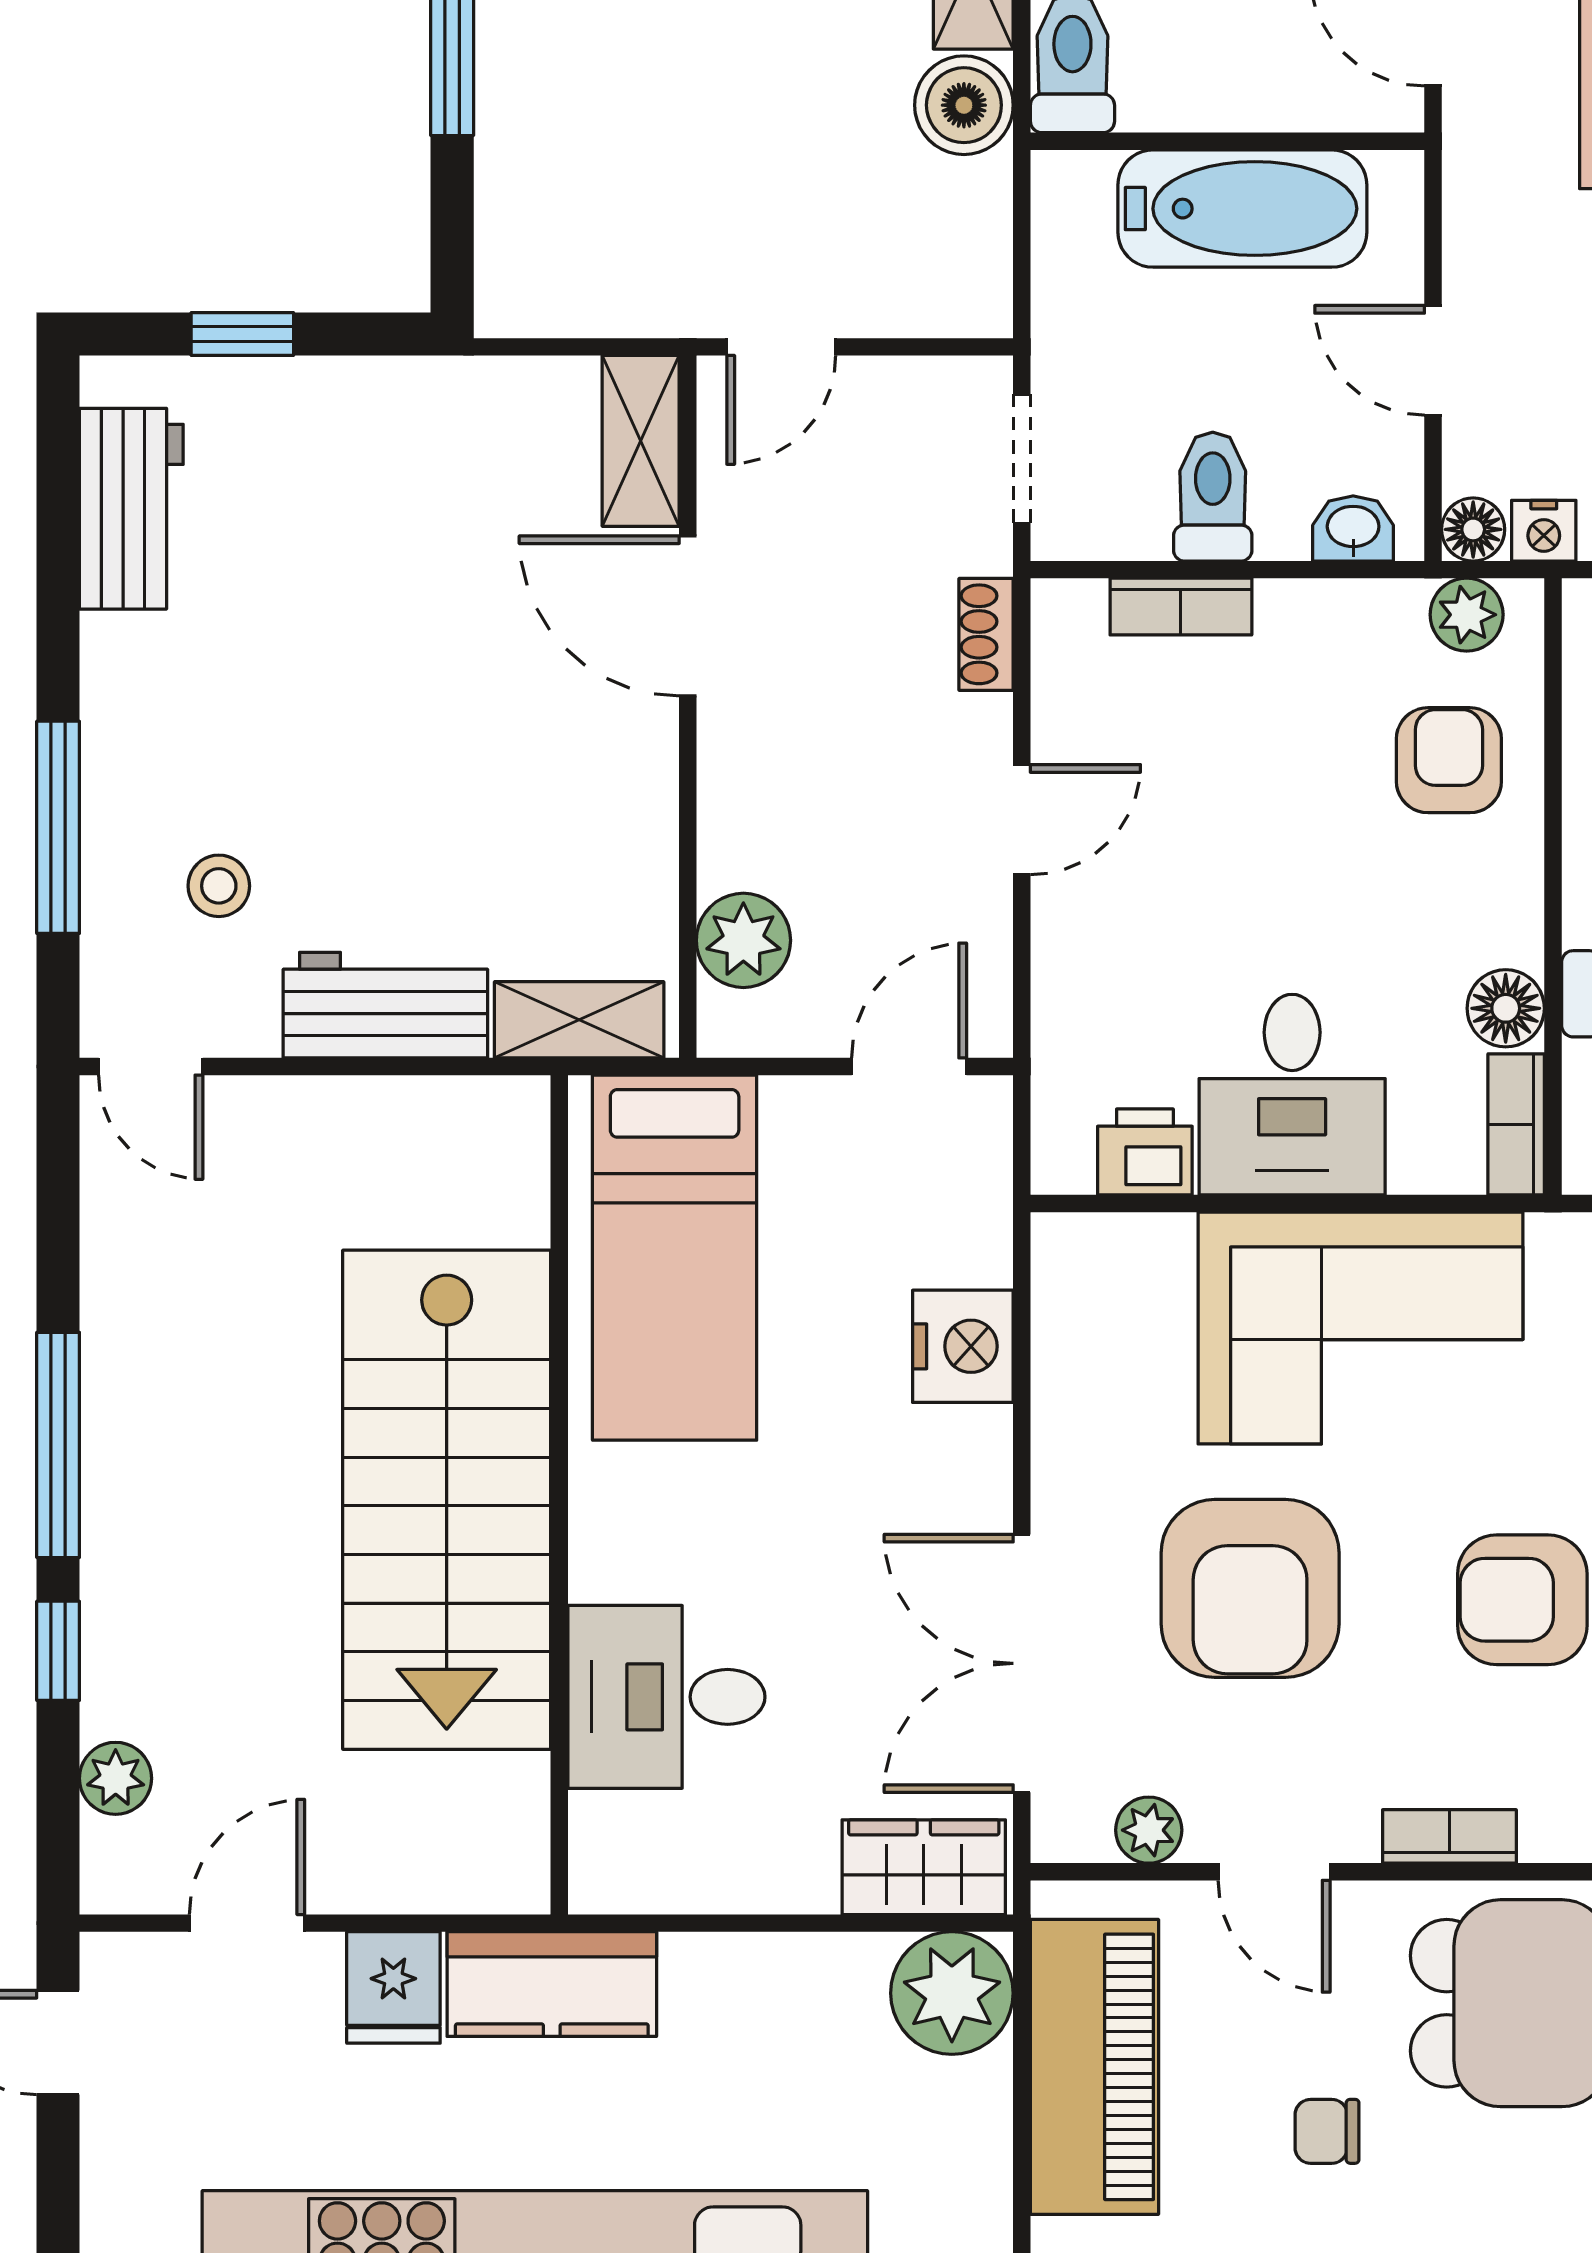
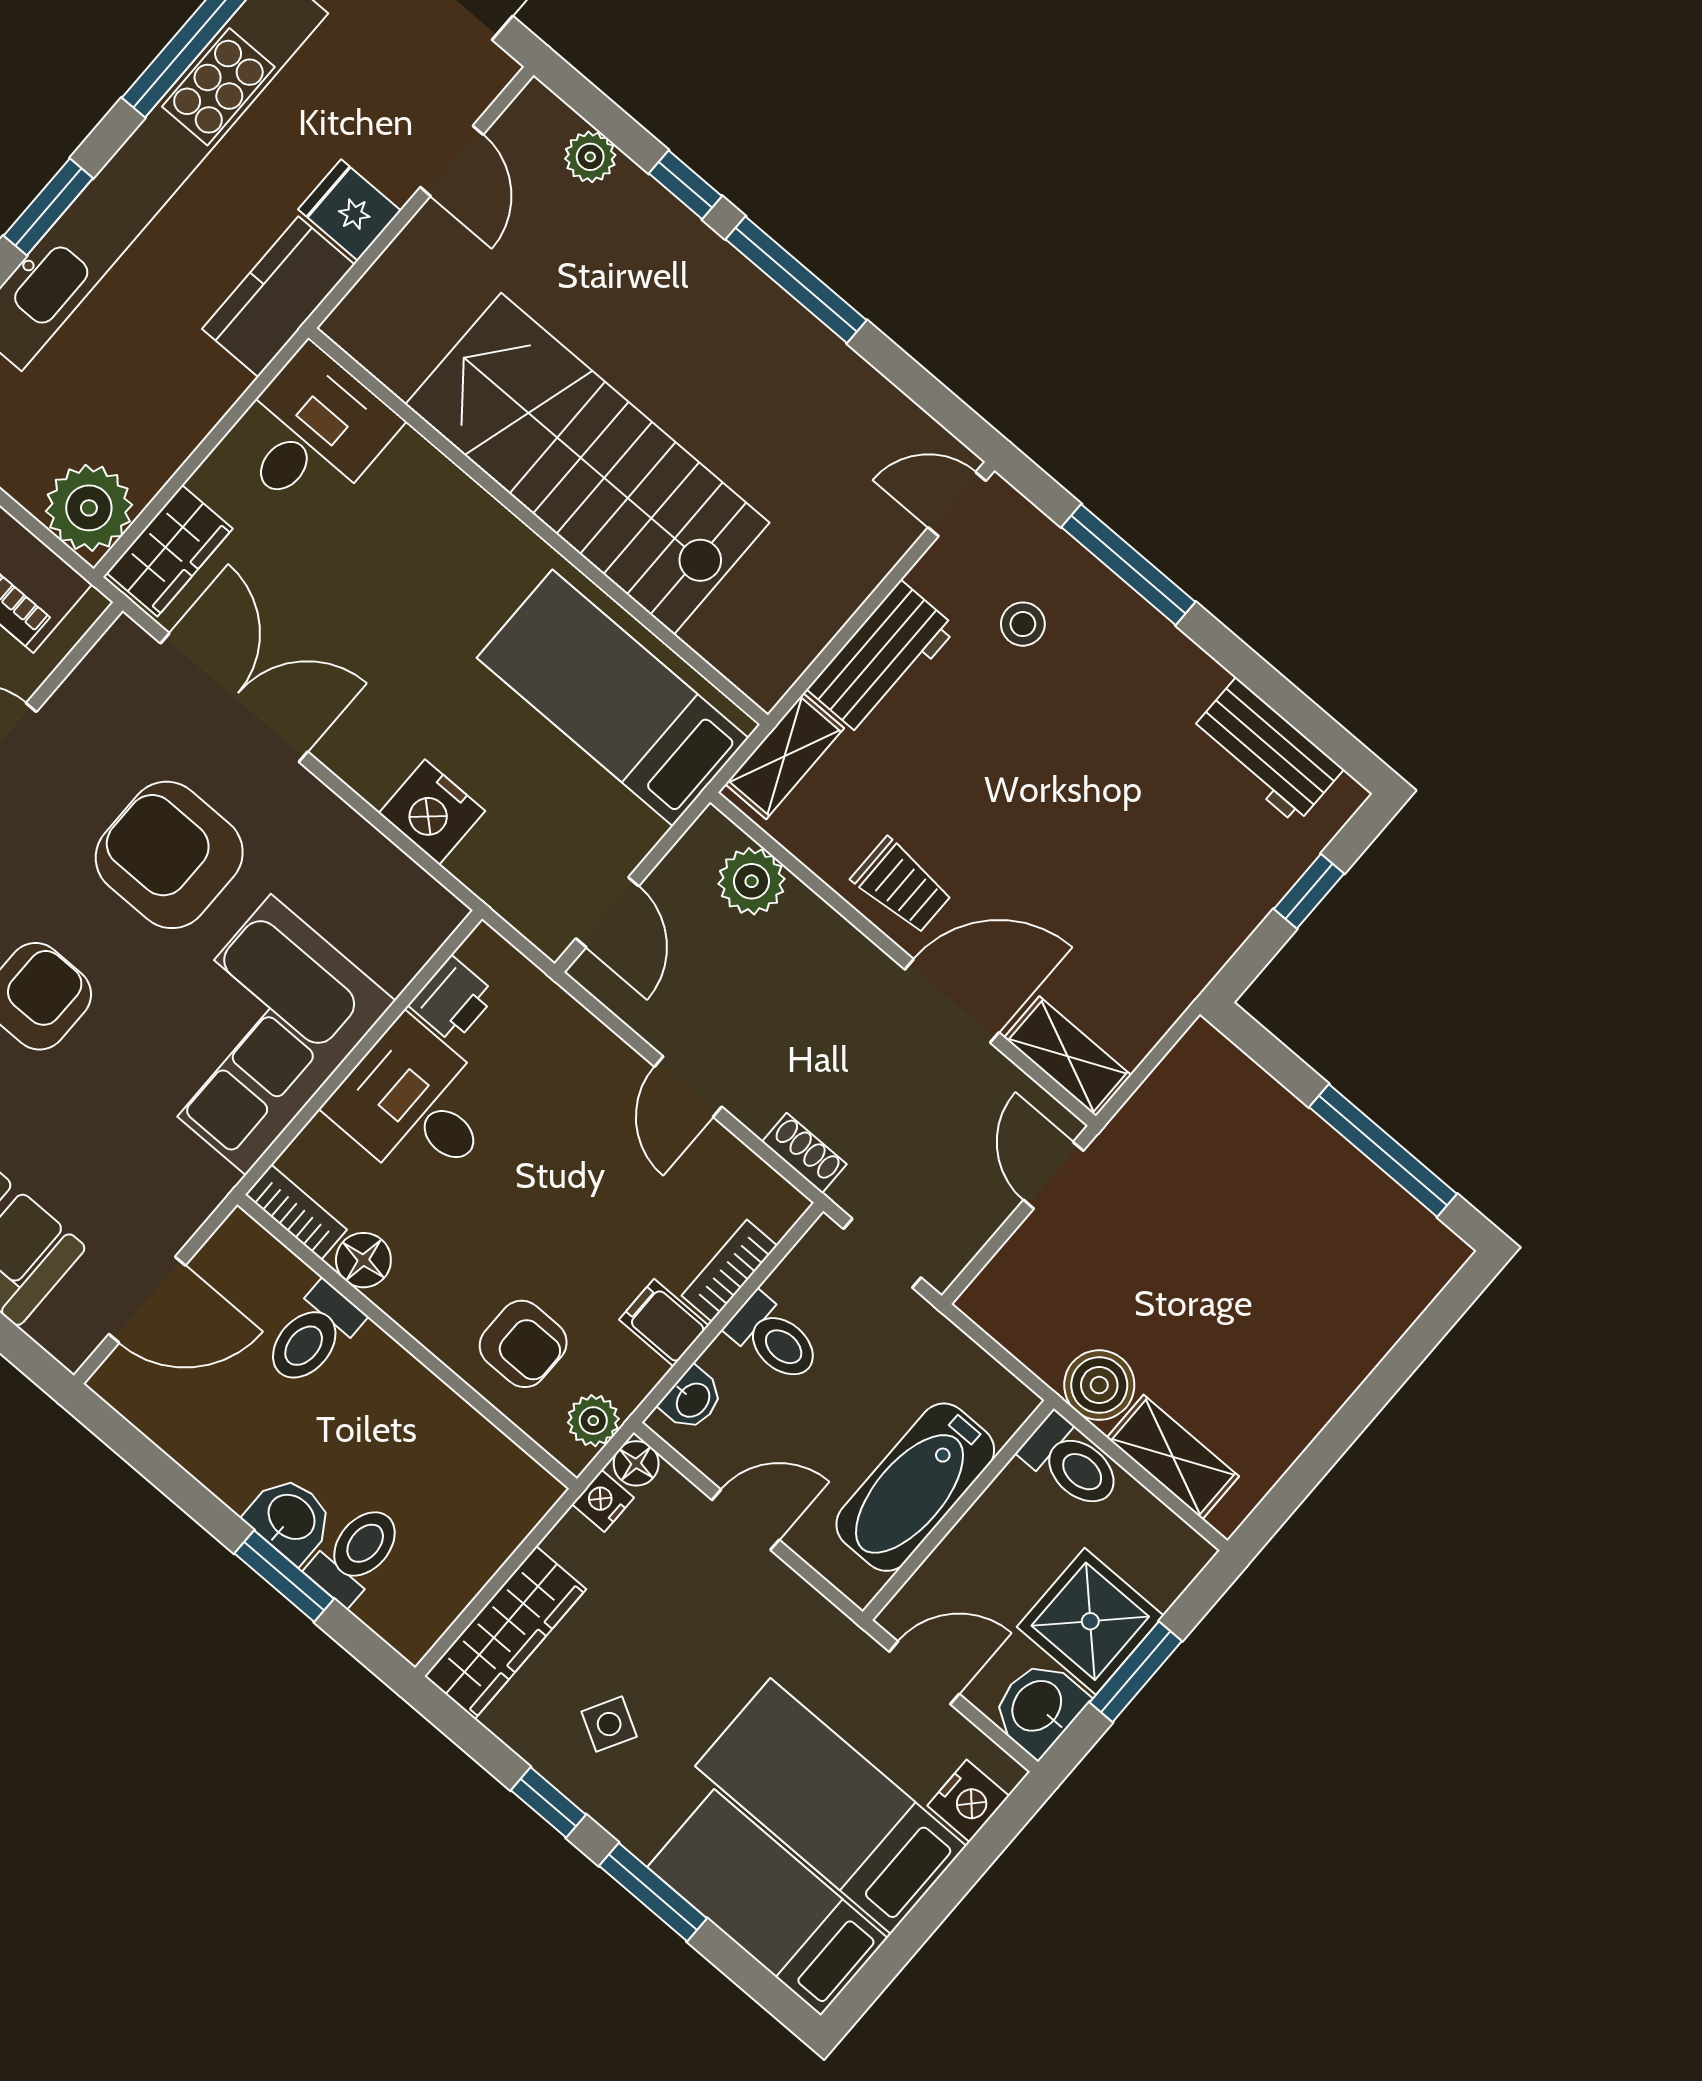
filing cabinet: (1297, 629) -> (664, 1323), added
trolley: (610, 775) -> (902, 886), added
desk: (666, 1697) -> (312, 433), moved
plant: (1149, 1830) -> (86, 689), removed

